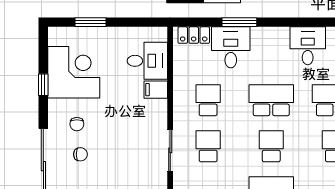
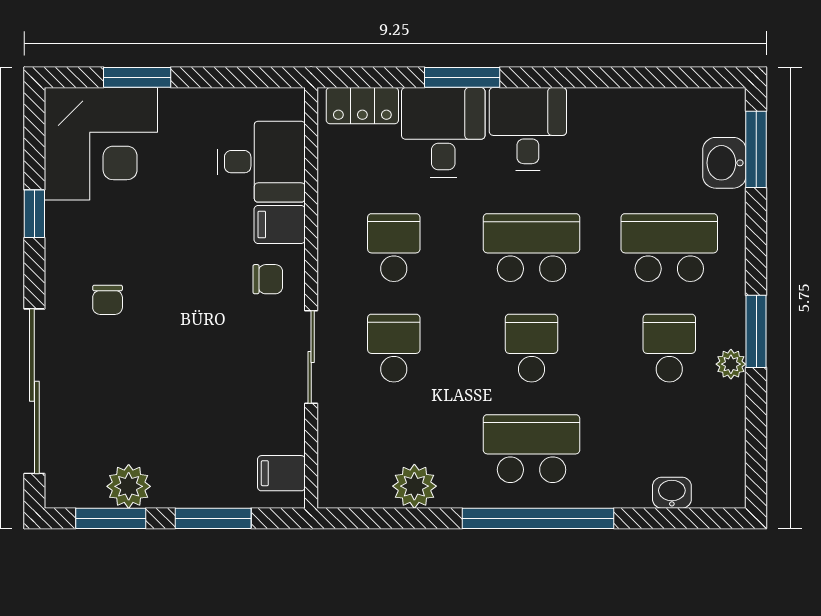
desk: (308, 46) -> (528, 129), moved
corner desk: (74, 72) -> (101, 144), moved, turned 90
chair: (80, 154) -> (268, 279), moved

